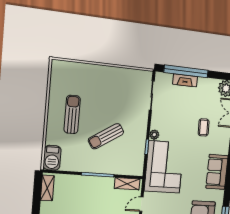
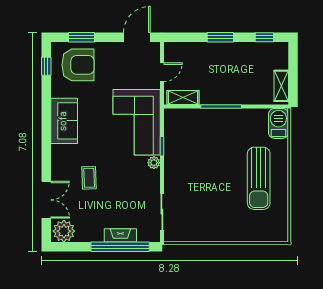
sun lounger: (72, 114) -> (259, 178), width x1.36, depth x1.34
sun lounger: (106, 136) -> (215, 155), removed

